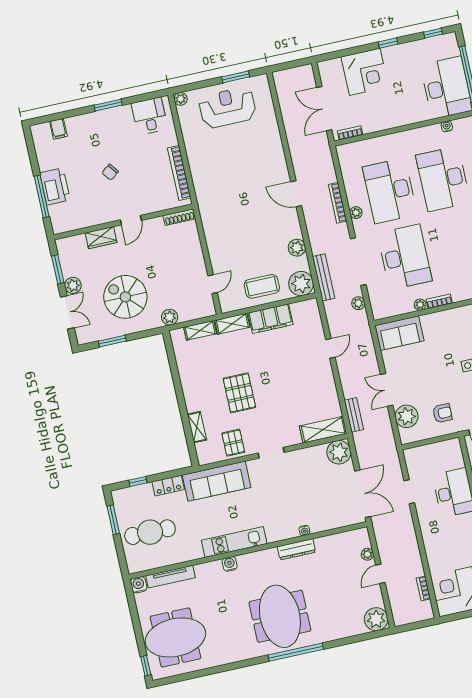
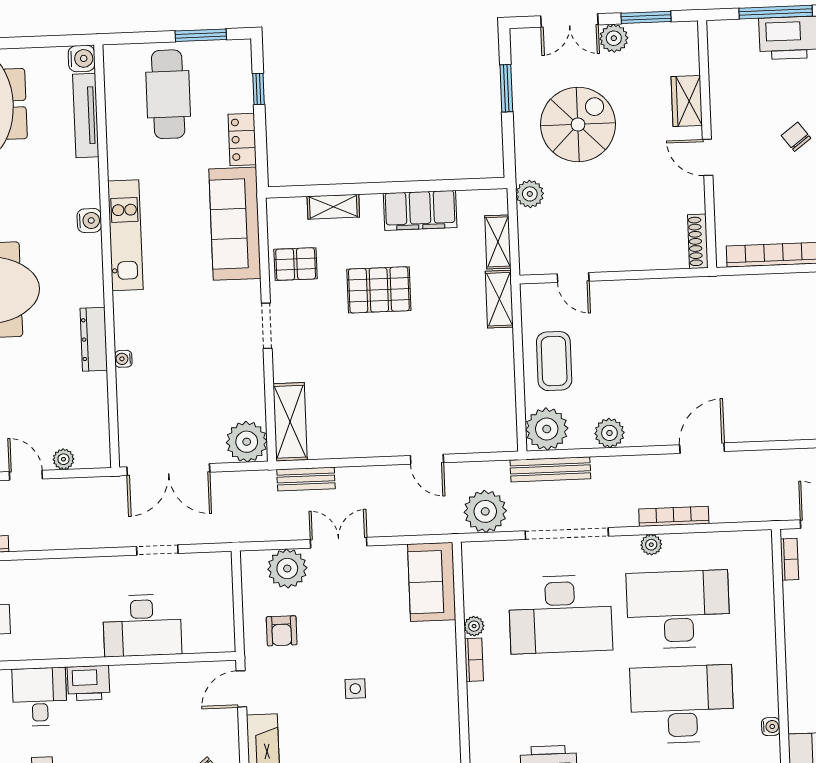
plant: (358, 303) -> (485, 511), width x1.87, depth x1.87
filing cabinet: (271, 319) -> (420, 210), moved, turned -90

